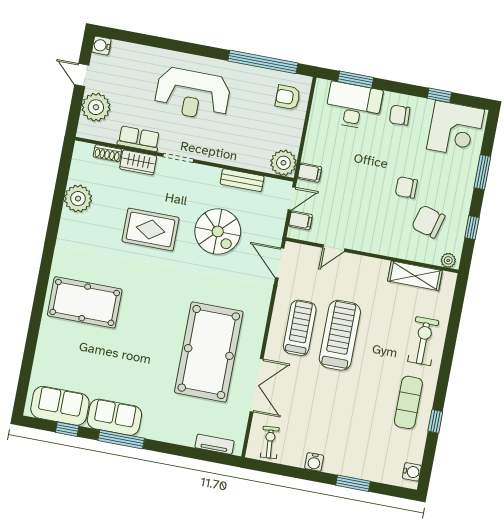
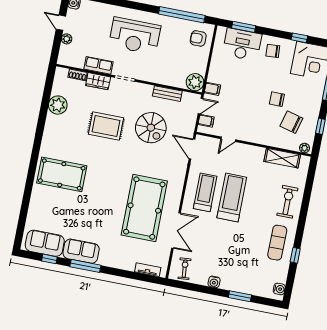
plant: (96, 107) -> (67, 39), width x0.53, depth x0.53

